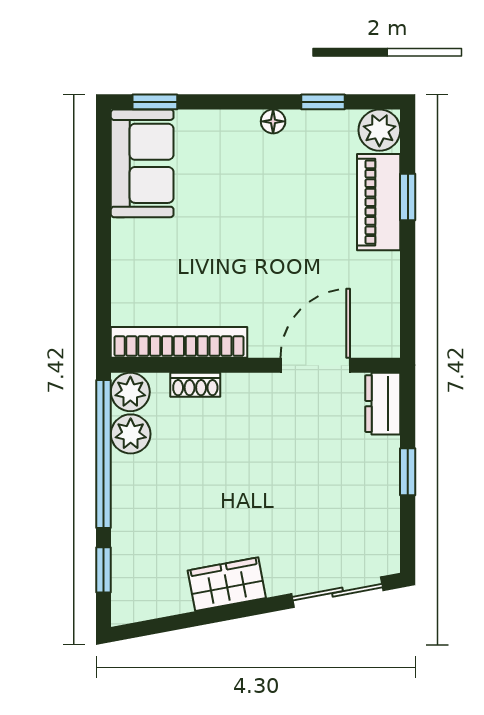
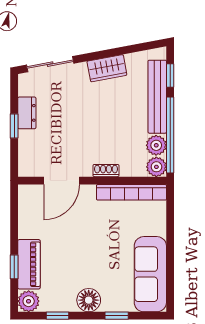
window: (155, 102) -> (117, 316), moved
floor lamp: (273, 121) -> (89, 300), width x1.89, depth x1.89
sofa: (142, 163) -> (150, 274), width x1.36
shoe rack: (195, 385) -> (106, 171), moved
dresser: (383, 404) -> (27, 113), moved
bench: (129, 529) -> (157, 97), added

